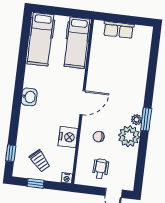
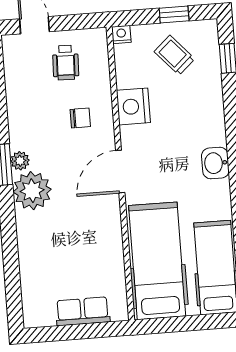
hospital bed: (77, 43) -> (157, 261), width x1.37, depth x1.29
plant: (129, 136) -> (32, 191), moved

